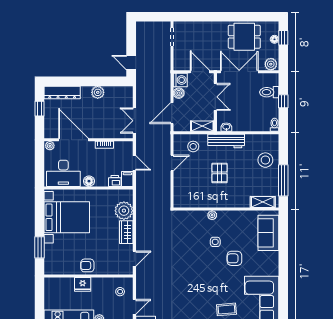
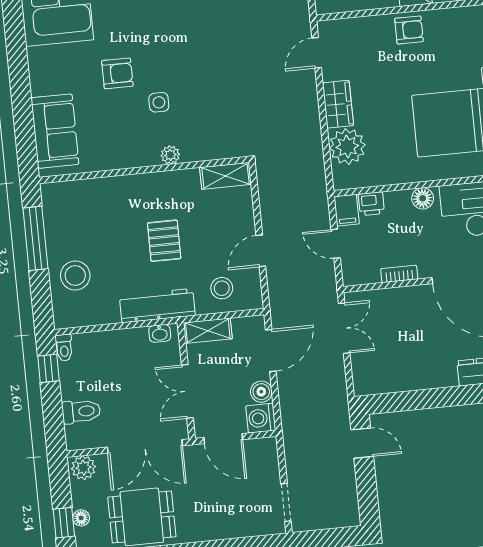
plant: (98, 92) -> (423, 377), removed
window: (283, 101) -> (48, 368), moved
shelving: (263, 202) -> (226, 176), moved

